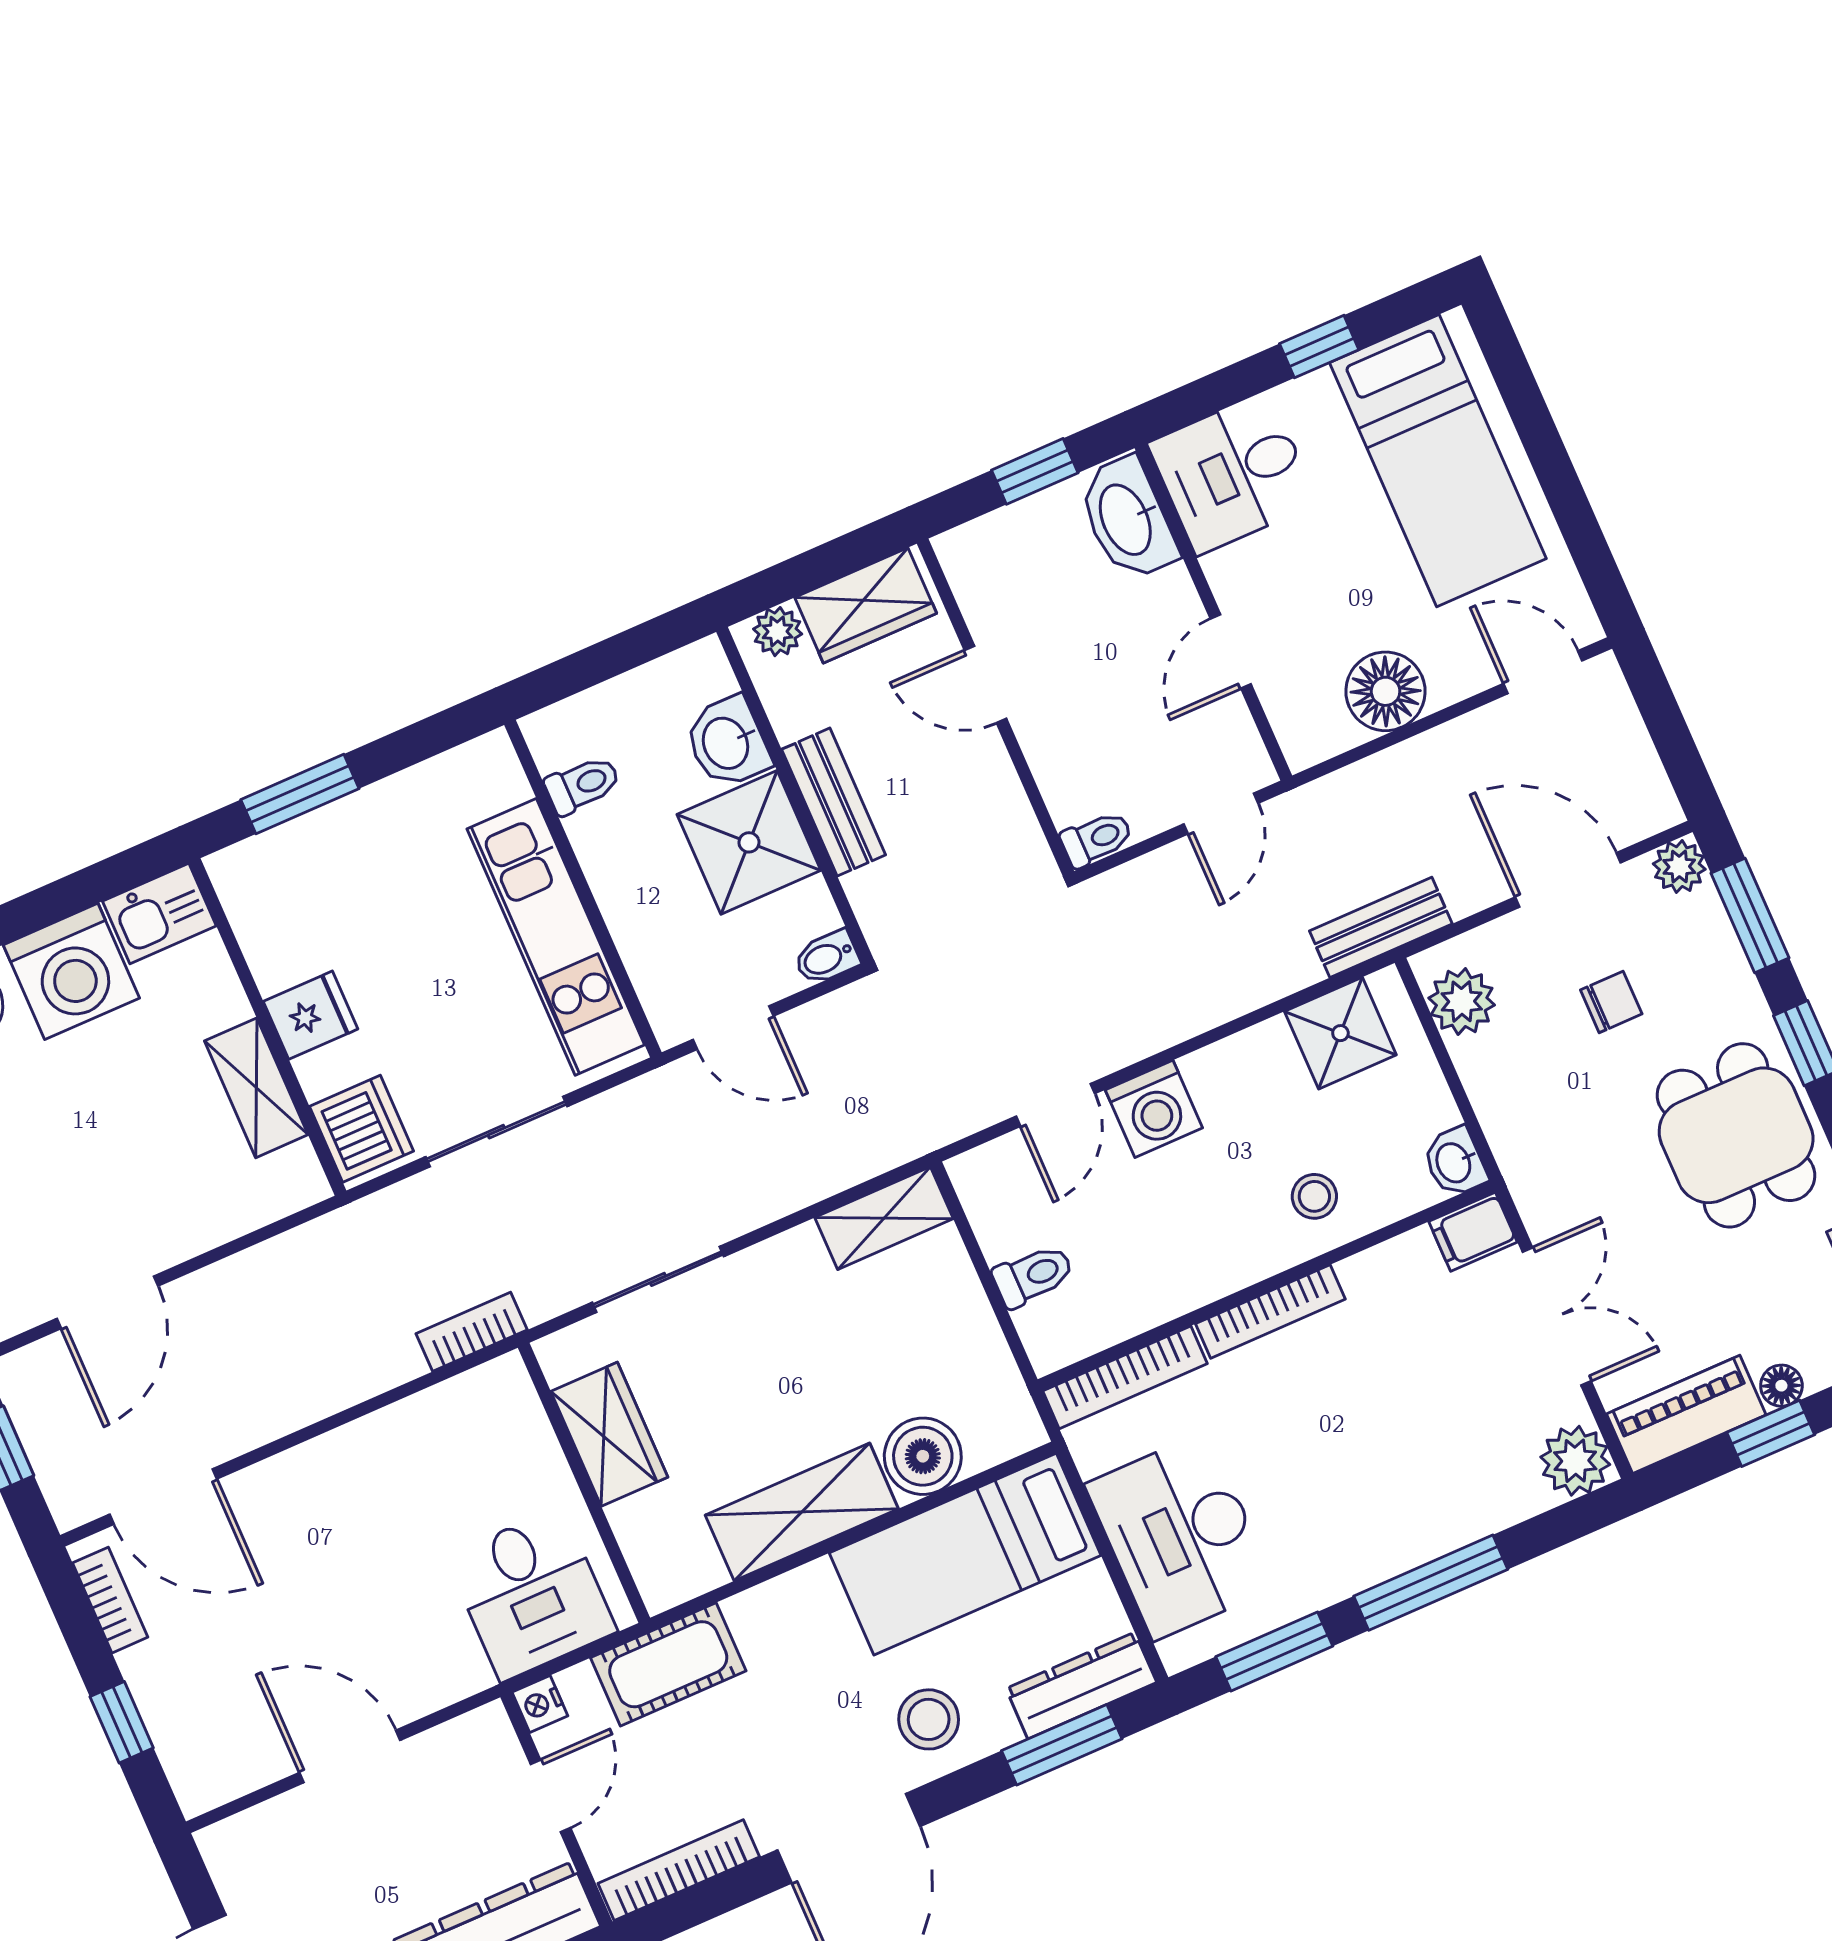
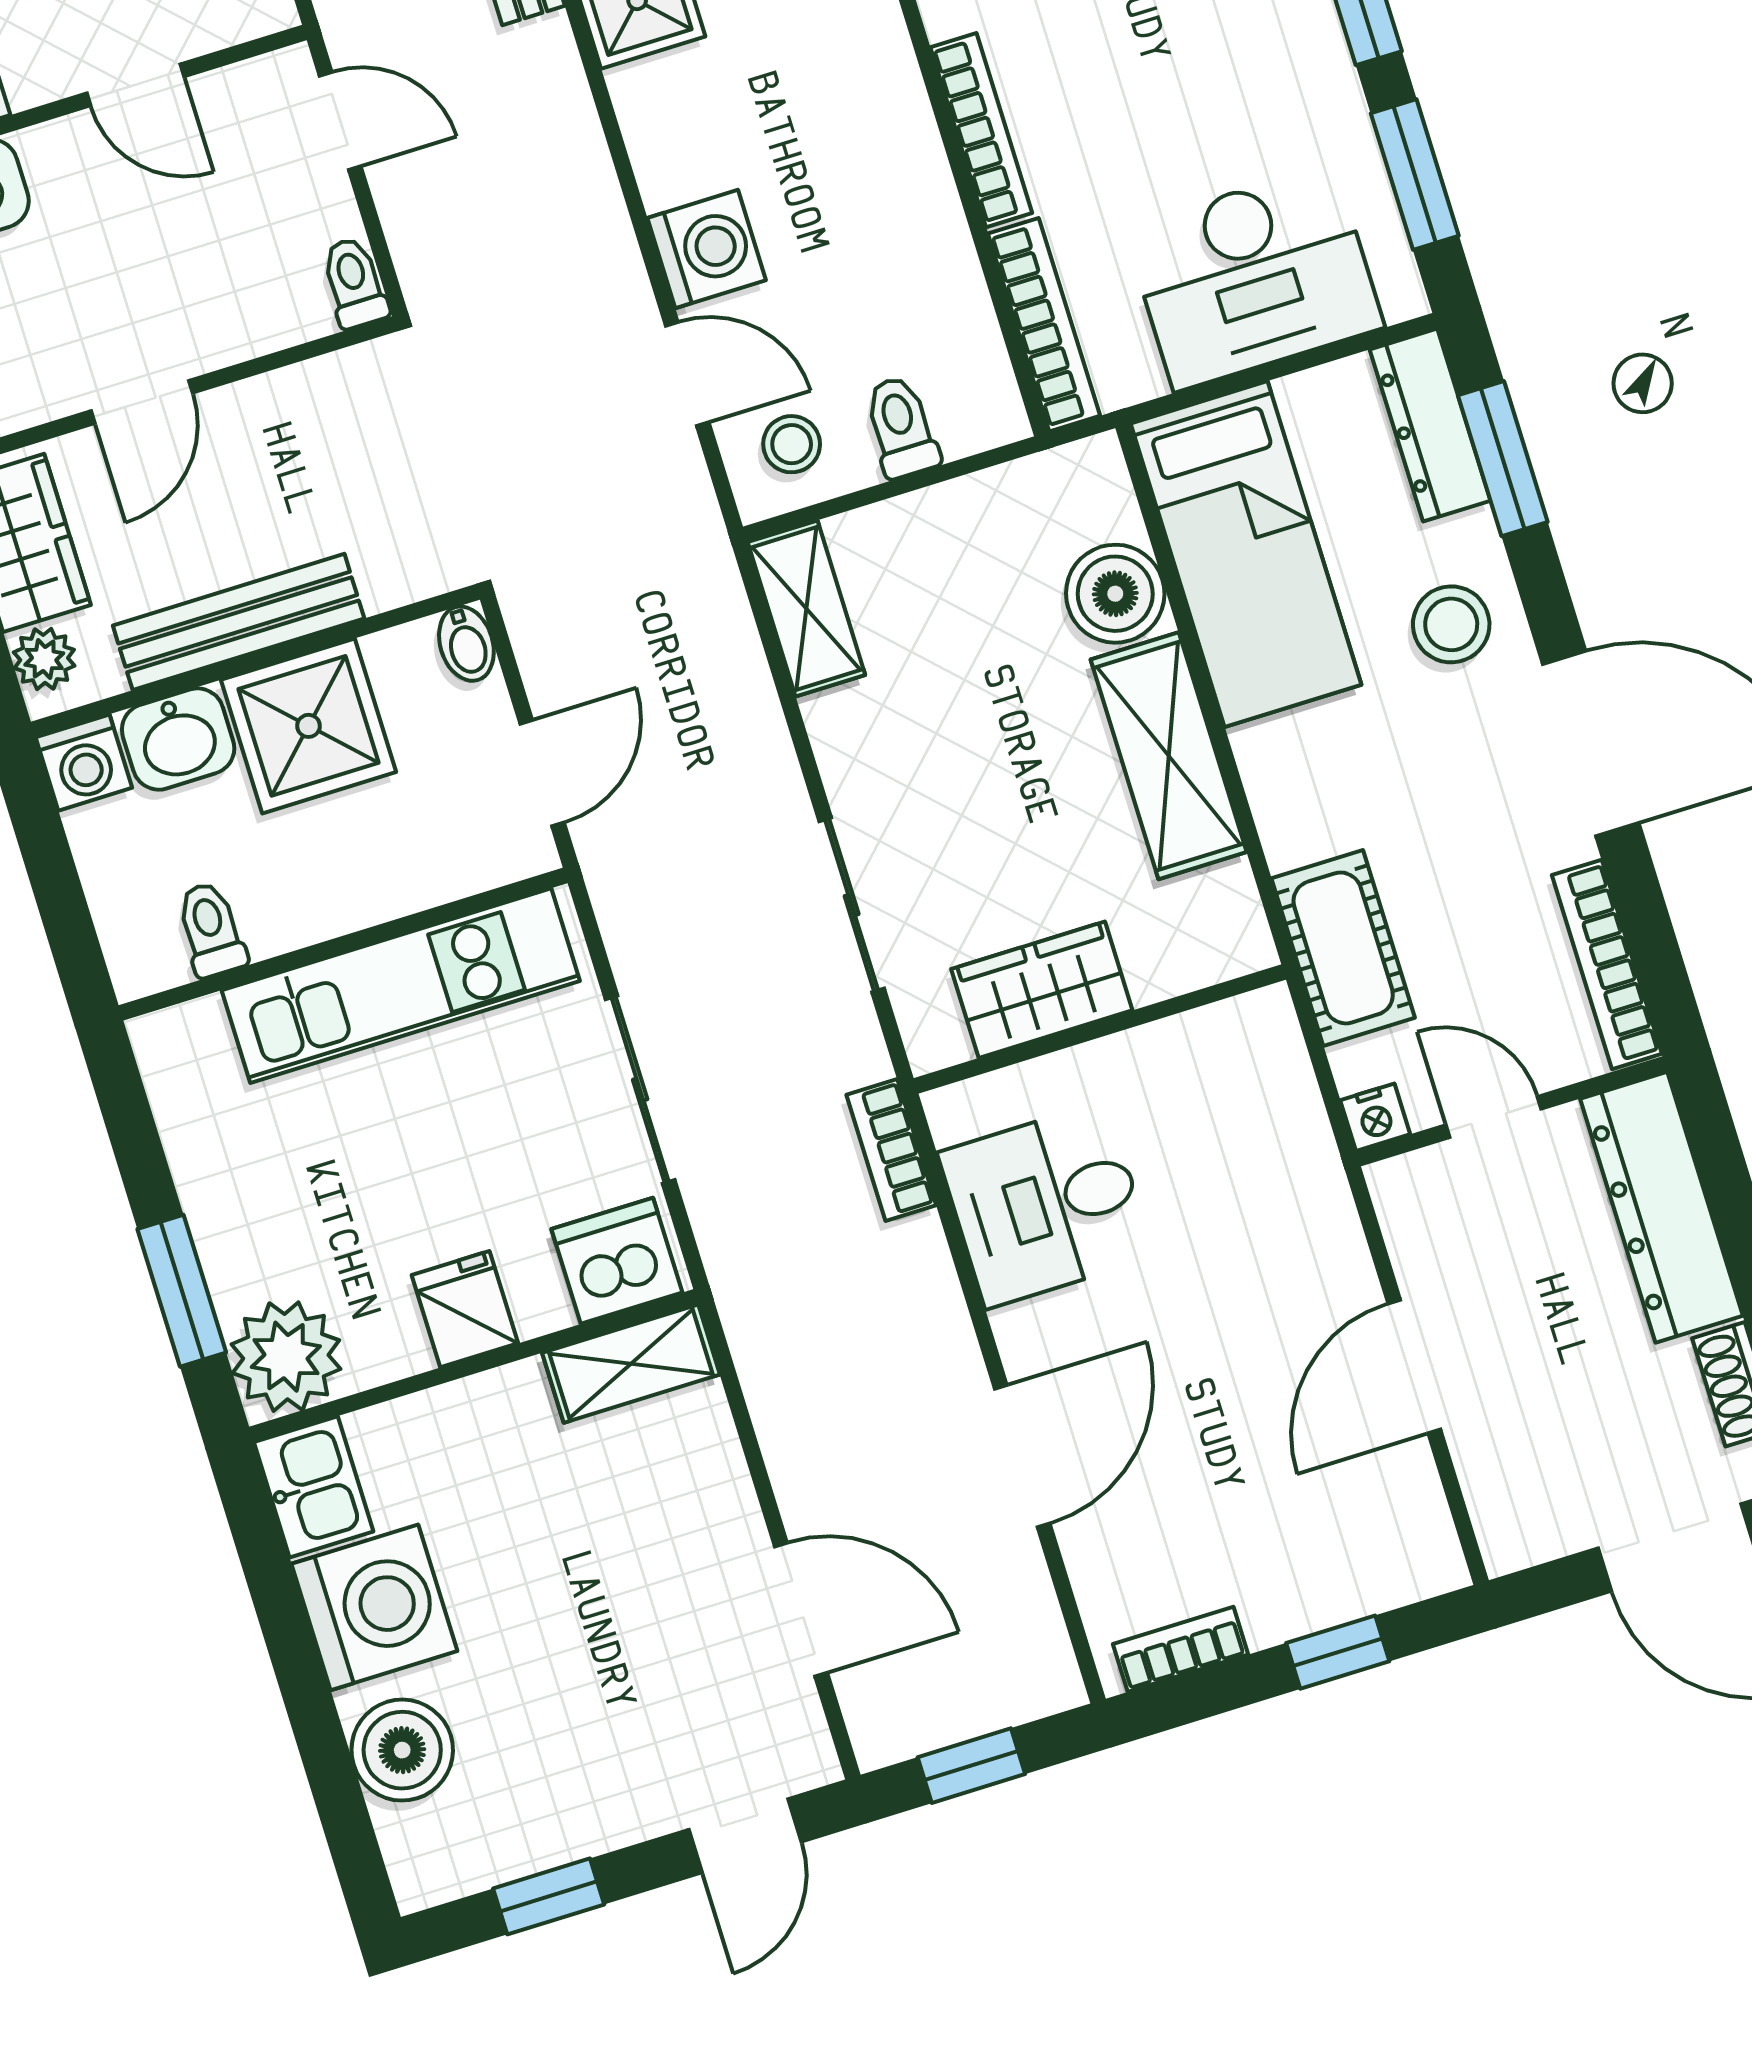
washing machine: (701, 671) -> (84, 763), added
bench: (834, 802) -> (239, 622), width x1.36
plant: (258, 881) -> (286, 1357), added
shelving: (256, 1088) -> (631, 1364), moved
stool: (1314, 1196) -> (792, 444), moved
door: (163, 1497) -> (1022, 1456), moved
desk: (531, 1594) -> (1046, 1205), moved, turned 180

